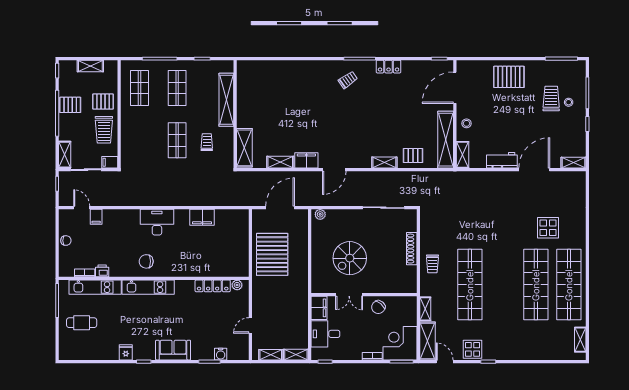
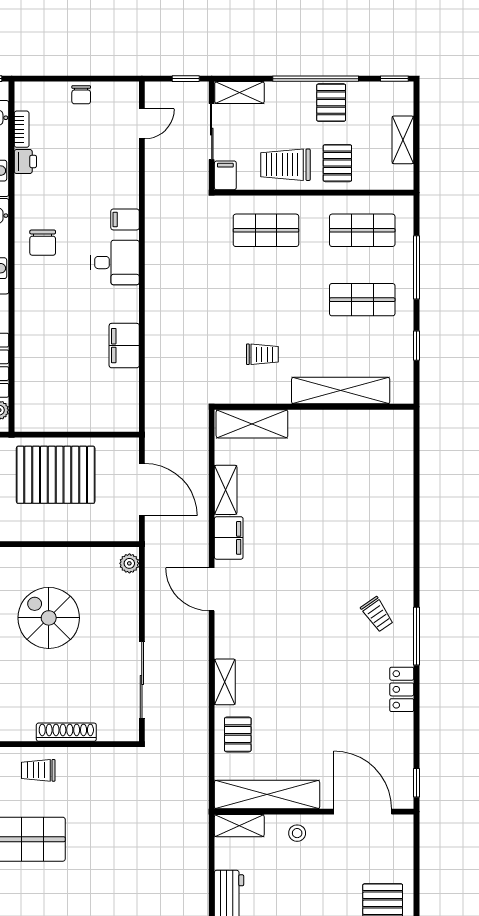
shop shelf: (177, 140) -> (266, 230), moved
filing cabinet: (96, 217) -> (125, 219), moved
desk: (157, 222) -> (115, 263), width x0.73
chair: (146, 261) -> (43, 243), turned 180

